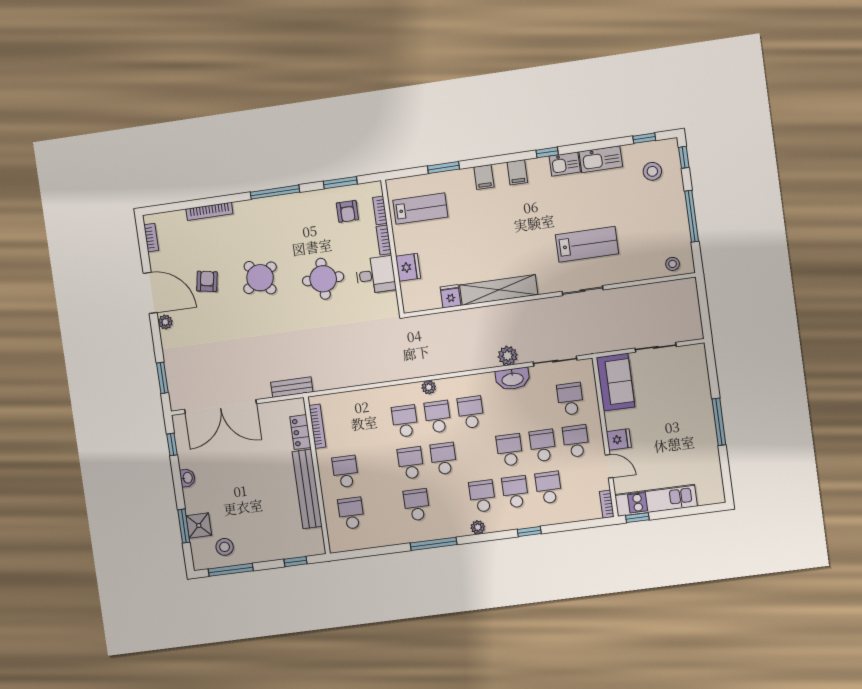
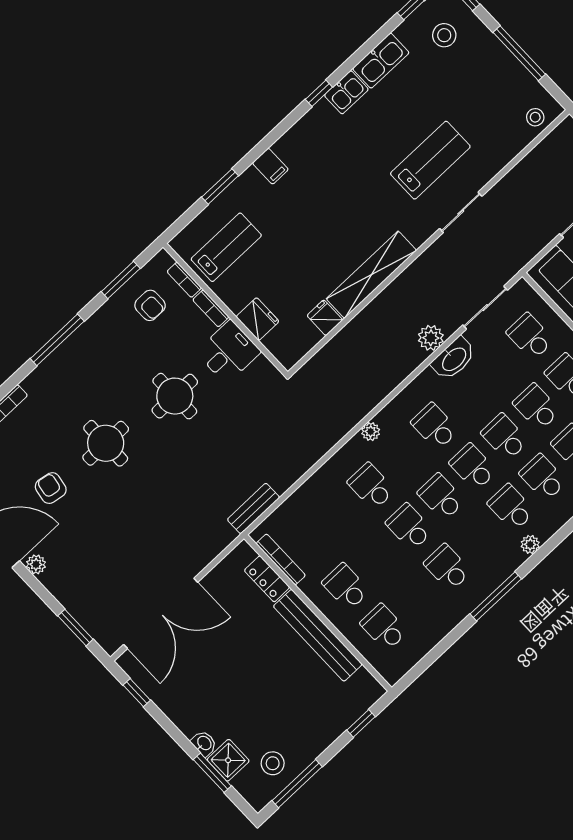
filing cabinet: (517, 172) -> (302, 136), removed
round table: (260, 278) -> (106, 443), turned 36
bench: (292, 387) -> (253, 508), moved
school desk: (438, 417) -> (473, 467), moved
washbasin: (187, 478) -> (204, 743), moved

